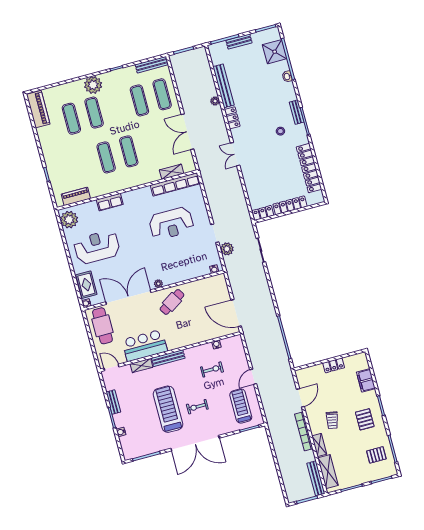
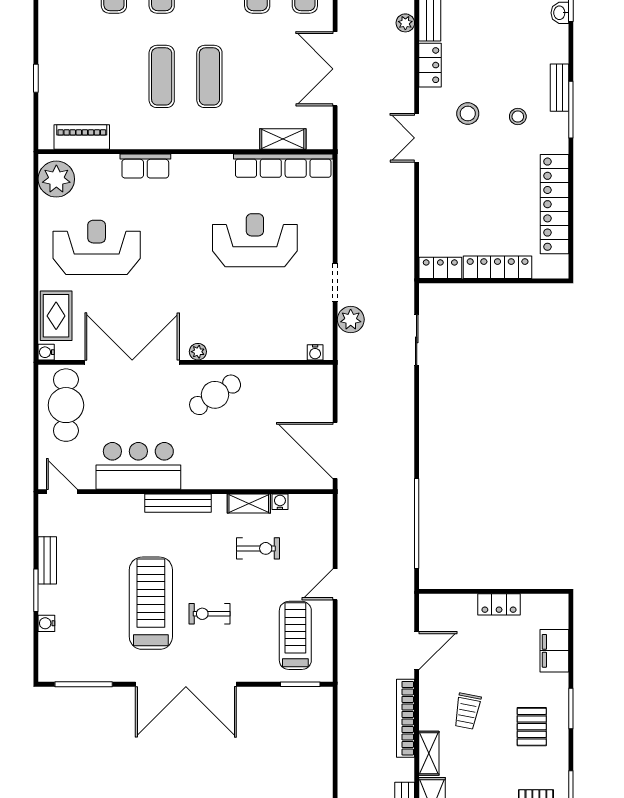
stool: (256, 136) -> (468, 114), added
reception desk: (171, 223) -> (255, 240), turned 180
shelving: (141, 366) -> (249, 504), moved

